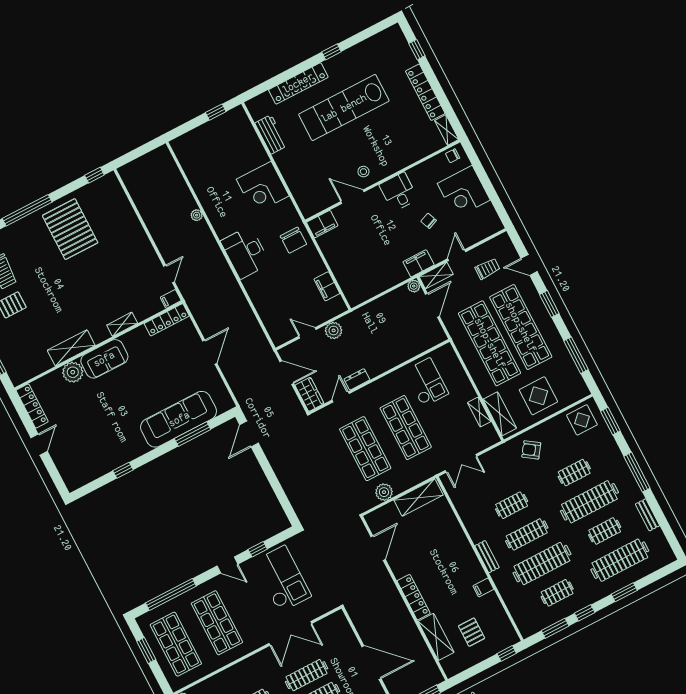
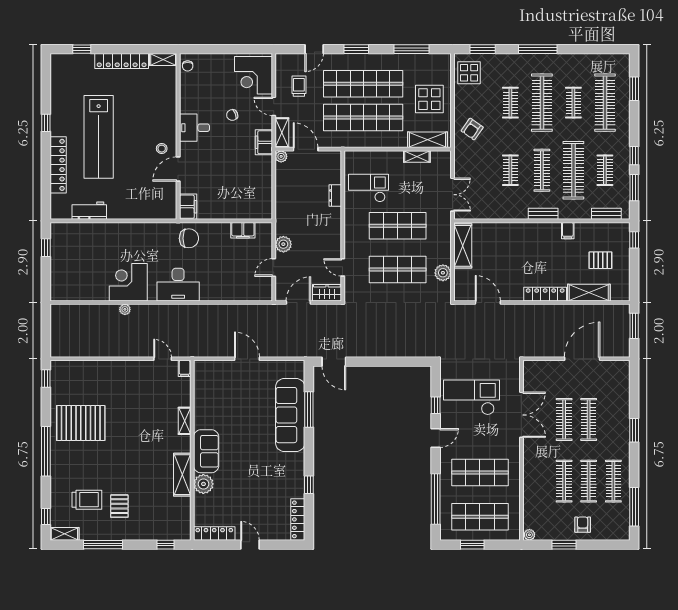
corner desk: (263, 188) -> (128, 282), moved, turned 180
corner desk: (464, 192) -> (254, 75), moved, turned 90
locker: (167, 320) -> (298, 519), moved, turned 180
dresser: (357, 379) -> (335, 196), moved
bench: (648, 515) -> (606, 214), moved
window: (624, 592) -> (634, 89), moved

